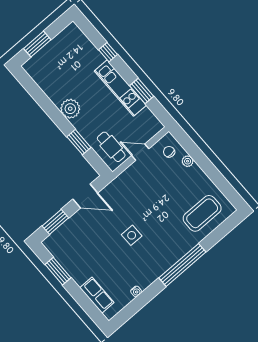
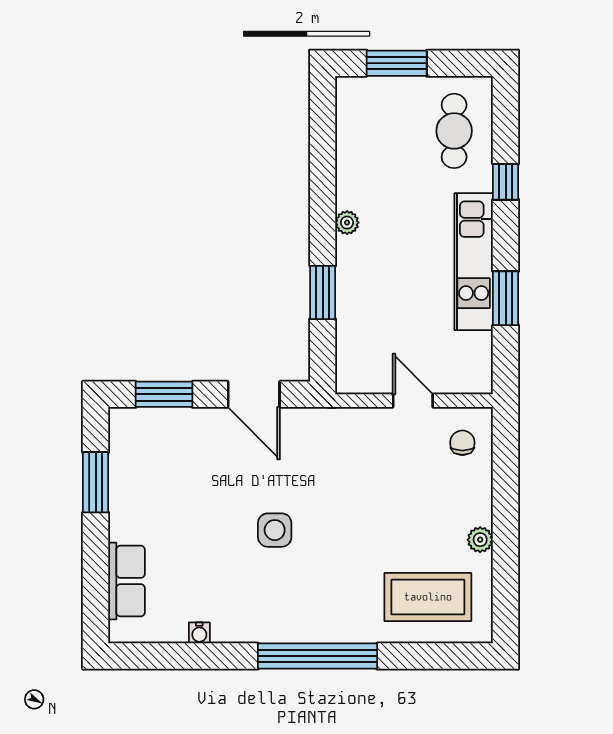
plant: (70, 109) -> (347, 223), width x0.53, depth x0.53
cafe table: (111, 147) -> (454, 131), moved
plant: (188, 161) -> (480, 540), moved

